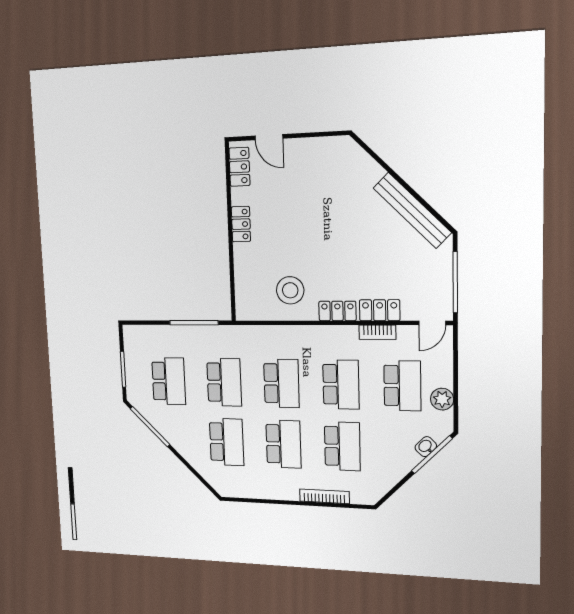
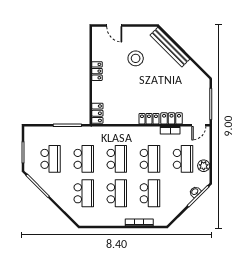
locker: (239, 167) -> (97, 113), moved
bench: (412, 210) -> (170, 47), moved
stool: (290, 290) -> (136, 58), moved

